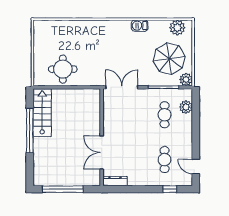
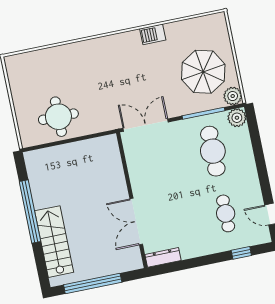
plant: (177, 28) -> (206, 26), removed
plant: (186, 107) -> (237, 118), moved
stairs: (42, 113) -> (54, 242), moved
cafe table: (165, 115) -> (213, 151), width x1.37, depth x1.35

